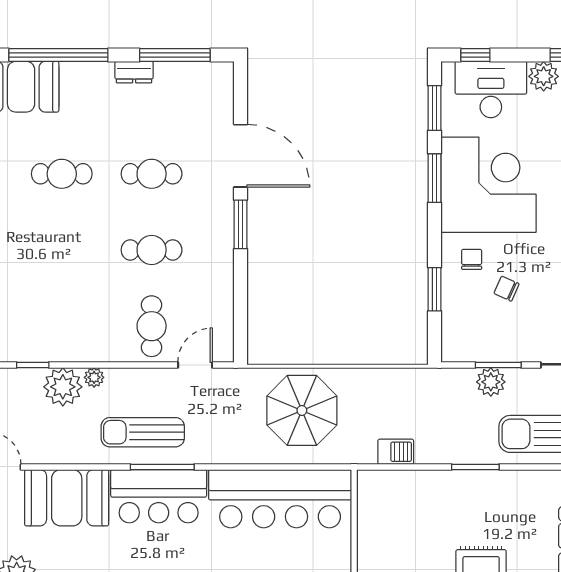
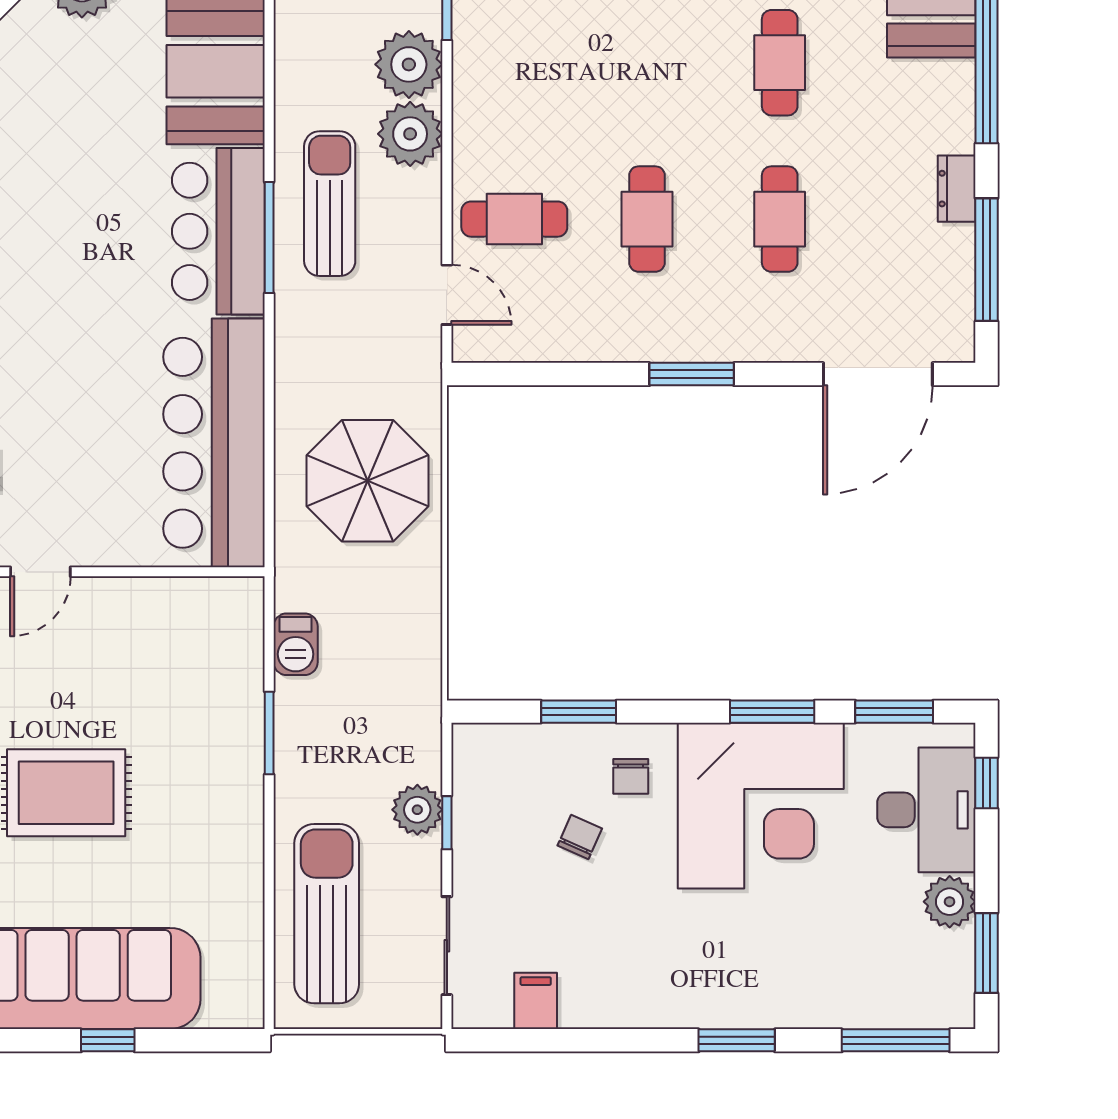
door: (241, 156) -> (878, 374), moved
chair: (472, 259) -> (631, 776), turned 90
window: (498, 365) -> (447, 823), width x0.67
plant: (94, 377) -> (410, 134), width x1.87, depth x1.87
window: (475, 467) -> (269, 733), moved

